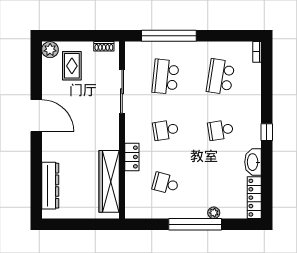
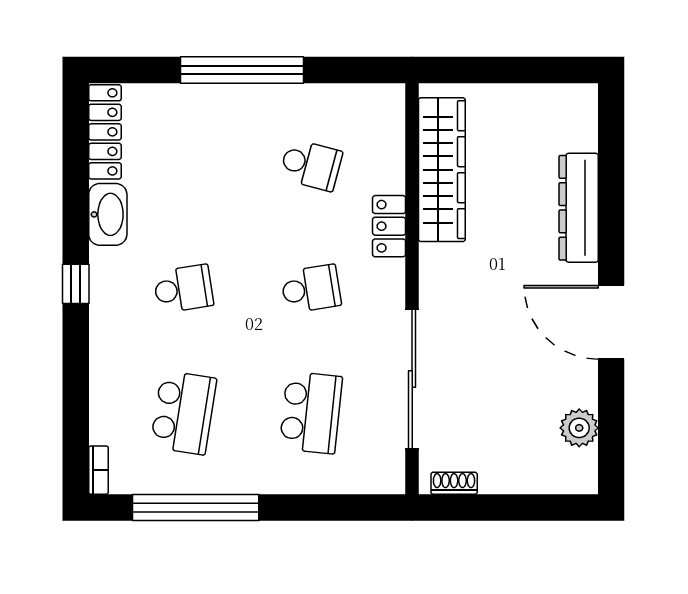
window: (169, 36) -> (196, 507), moved
plant: (50, 50) -> (579, 428), moved
rug: (72, 66) -> (528, 438), removed
sliding door: (122, 91) -> (412, 379), width x1.36
dresser: (50, 186) -> (579, 208), moved
plant: (214, 213) -> (199, 97), removed

